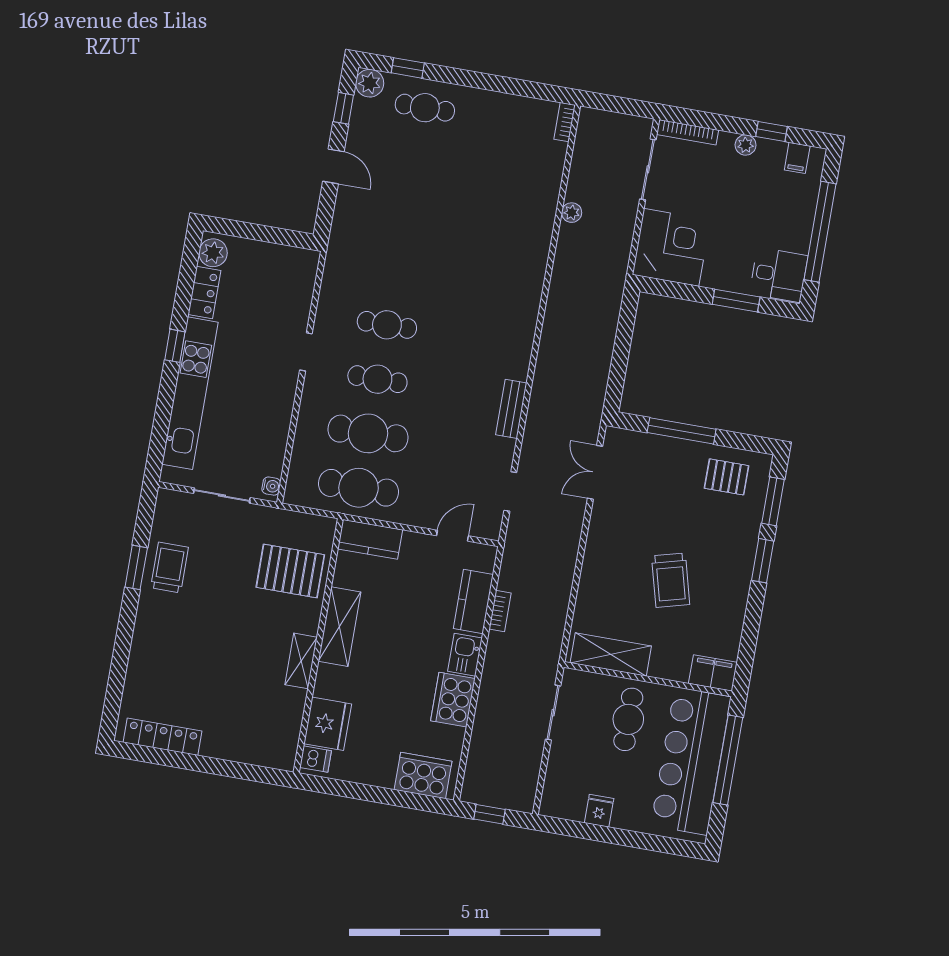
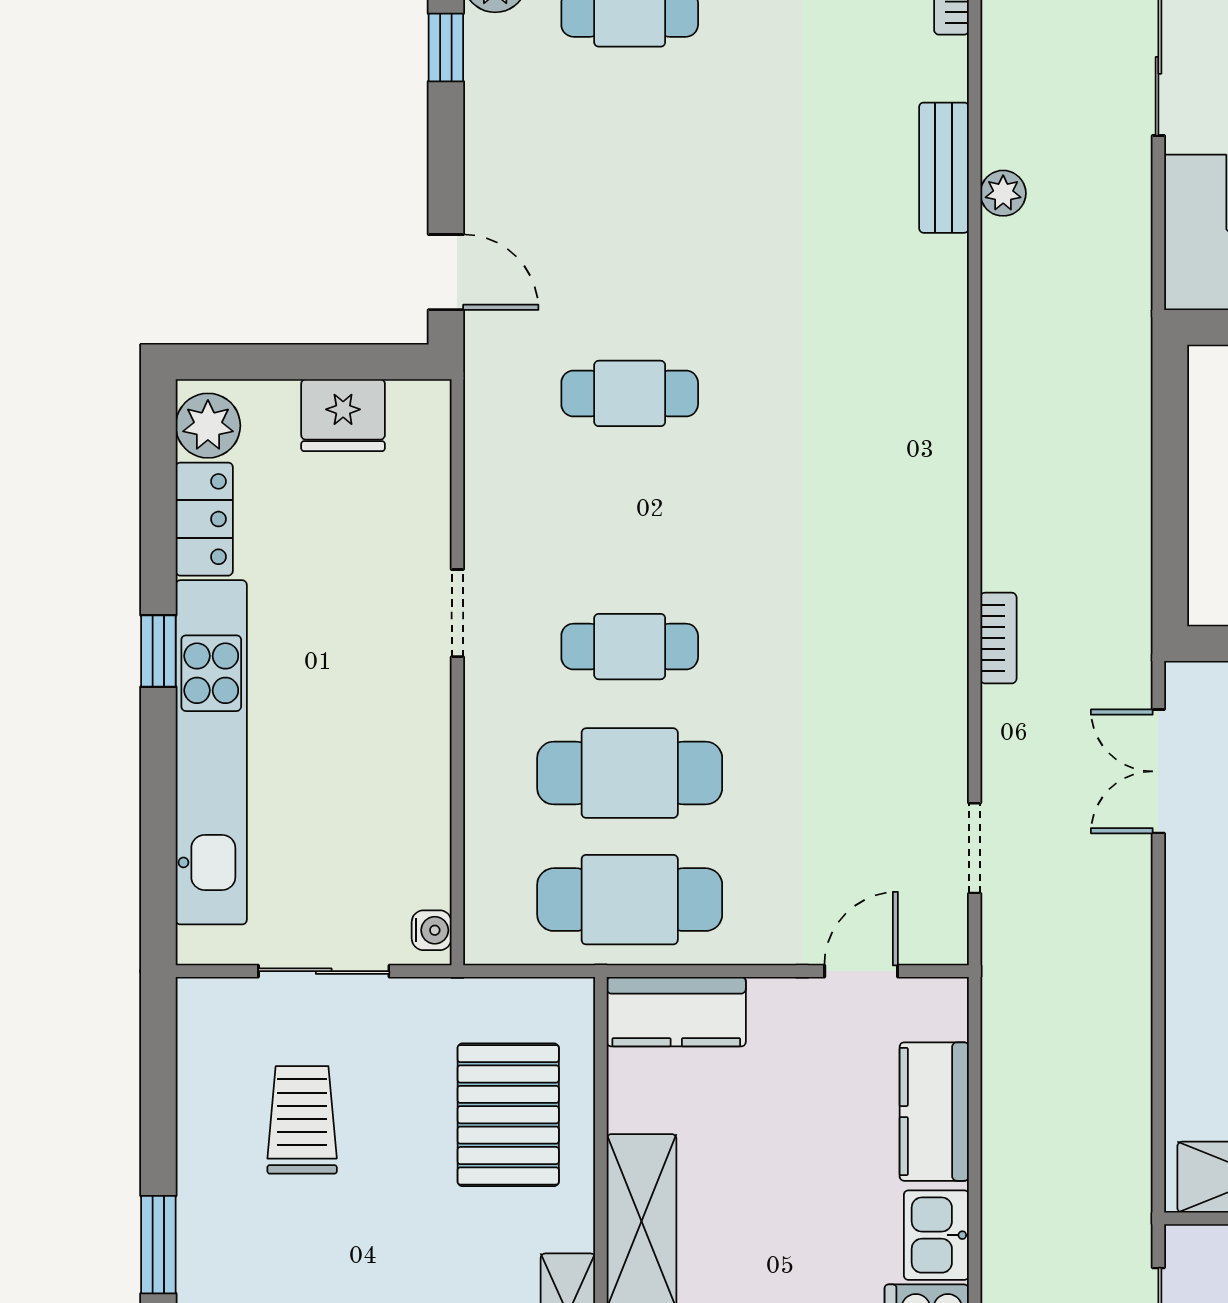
door: (333, 166) -> (446, 272), moved
fridge: (272, 258) -> (343, 415), added
cafe table: (387, 325) -> (630, 393), moved
bench: (511, 409) -> (944, 168), moved
window: (136, 567) -> (158, 1245), moved
trolley: (169, 567) -> (302, 1120), moved
pallet: (290, 571) -> (508, 1115), turned 90
bookcase: (500, 611) -> (998, 638), moved

